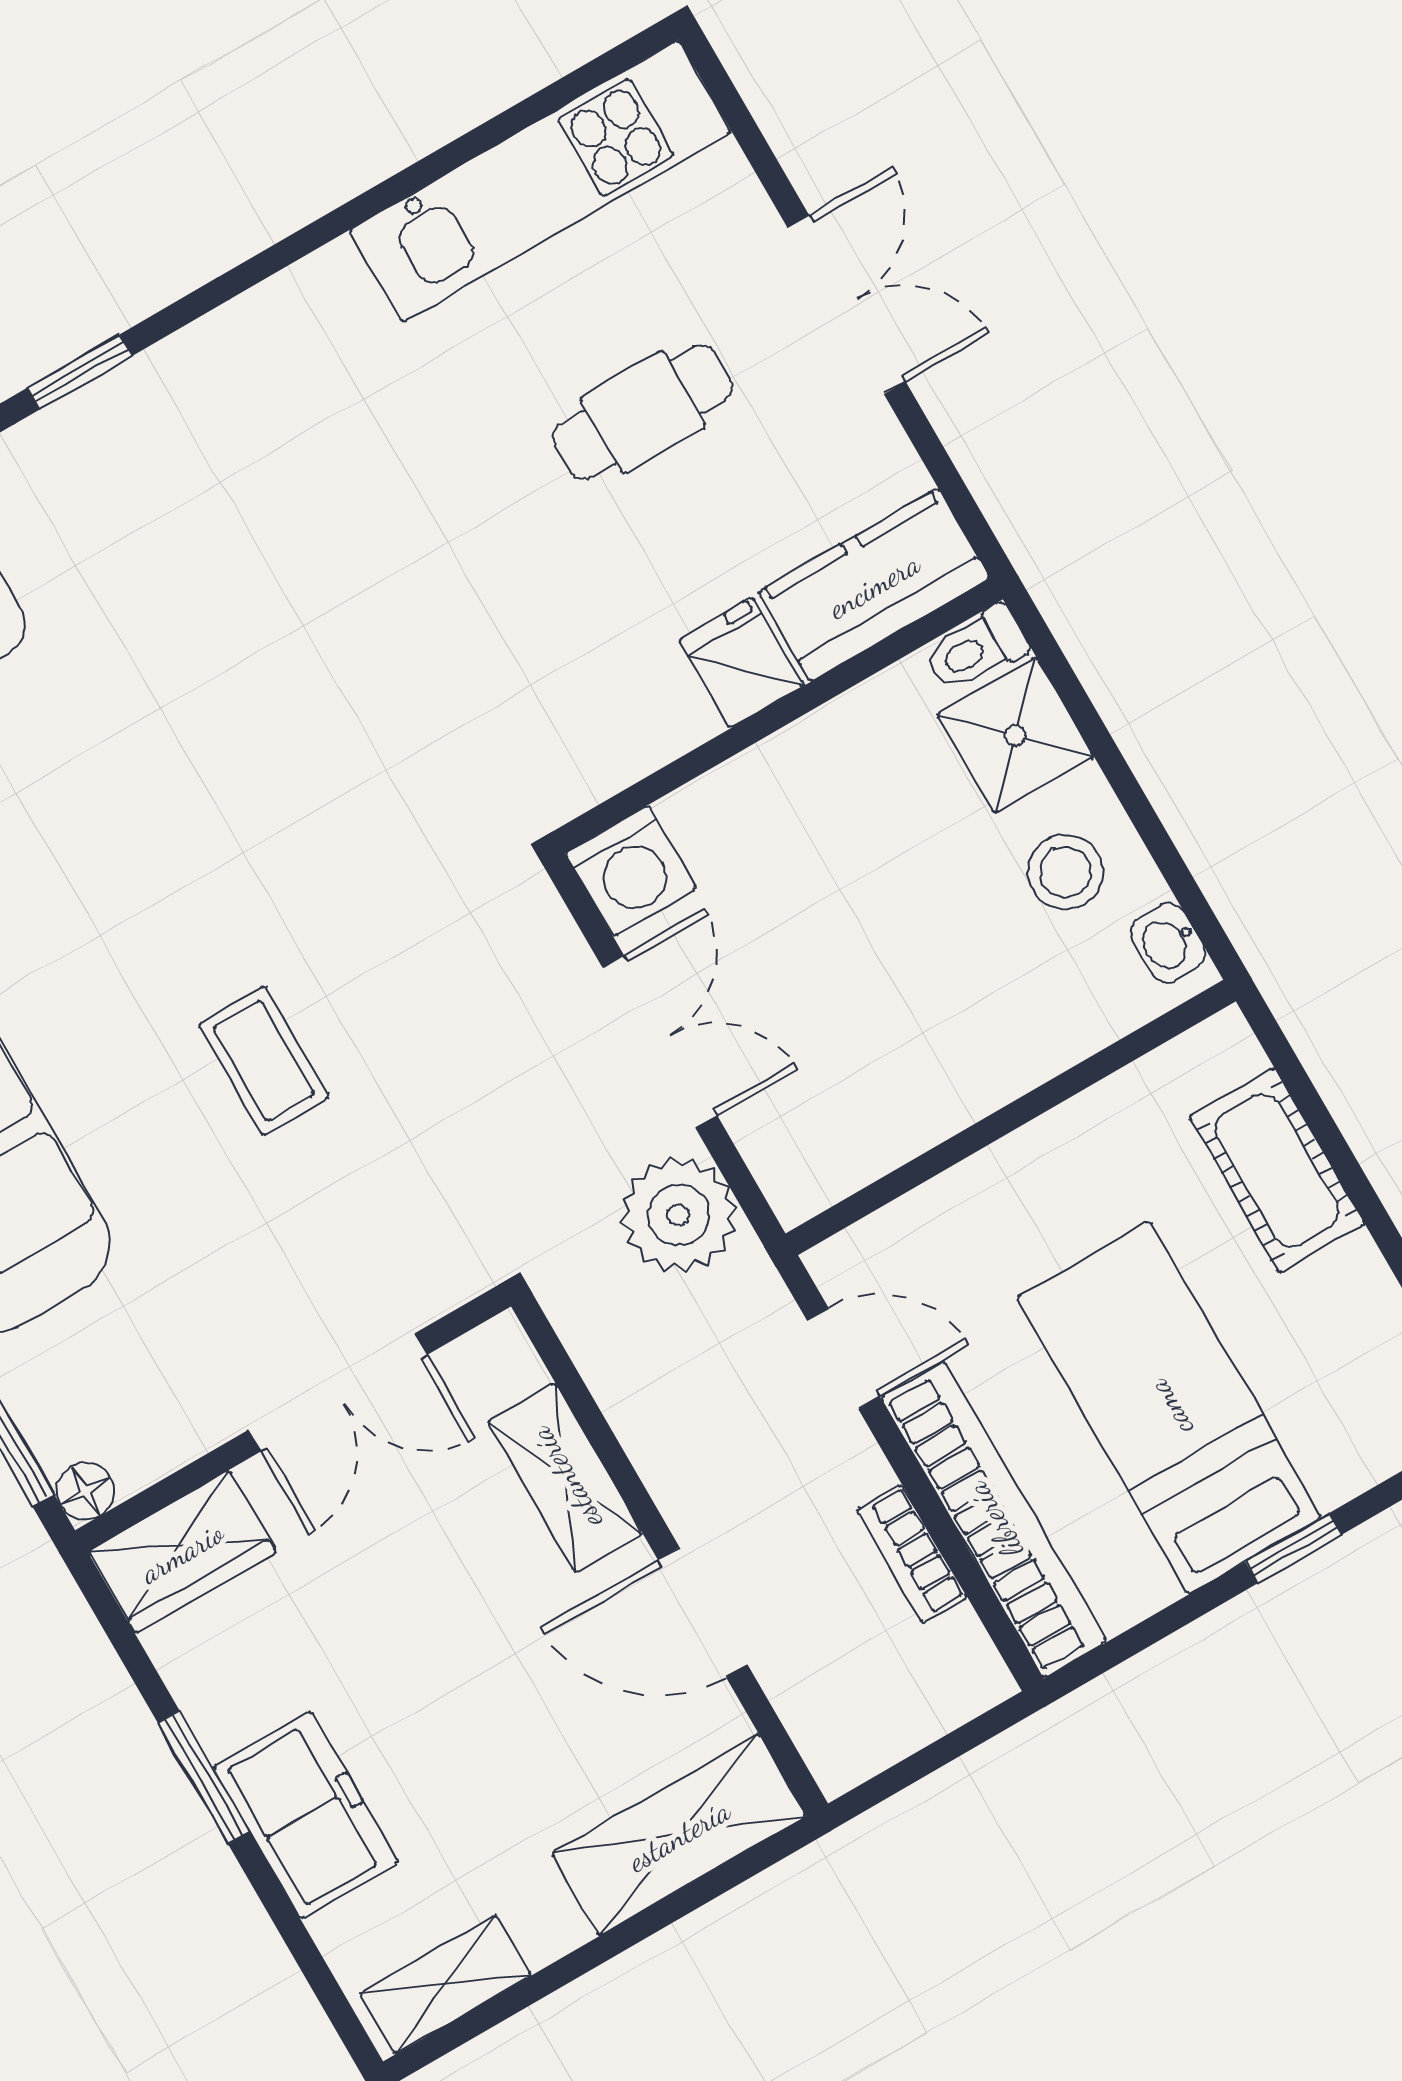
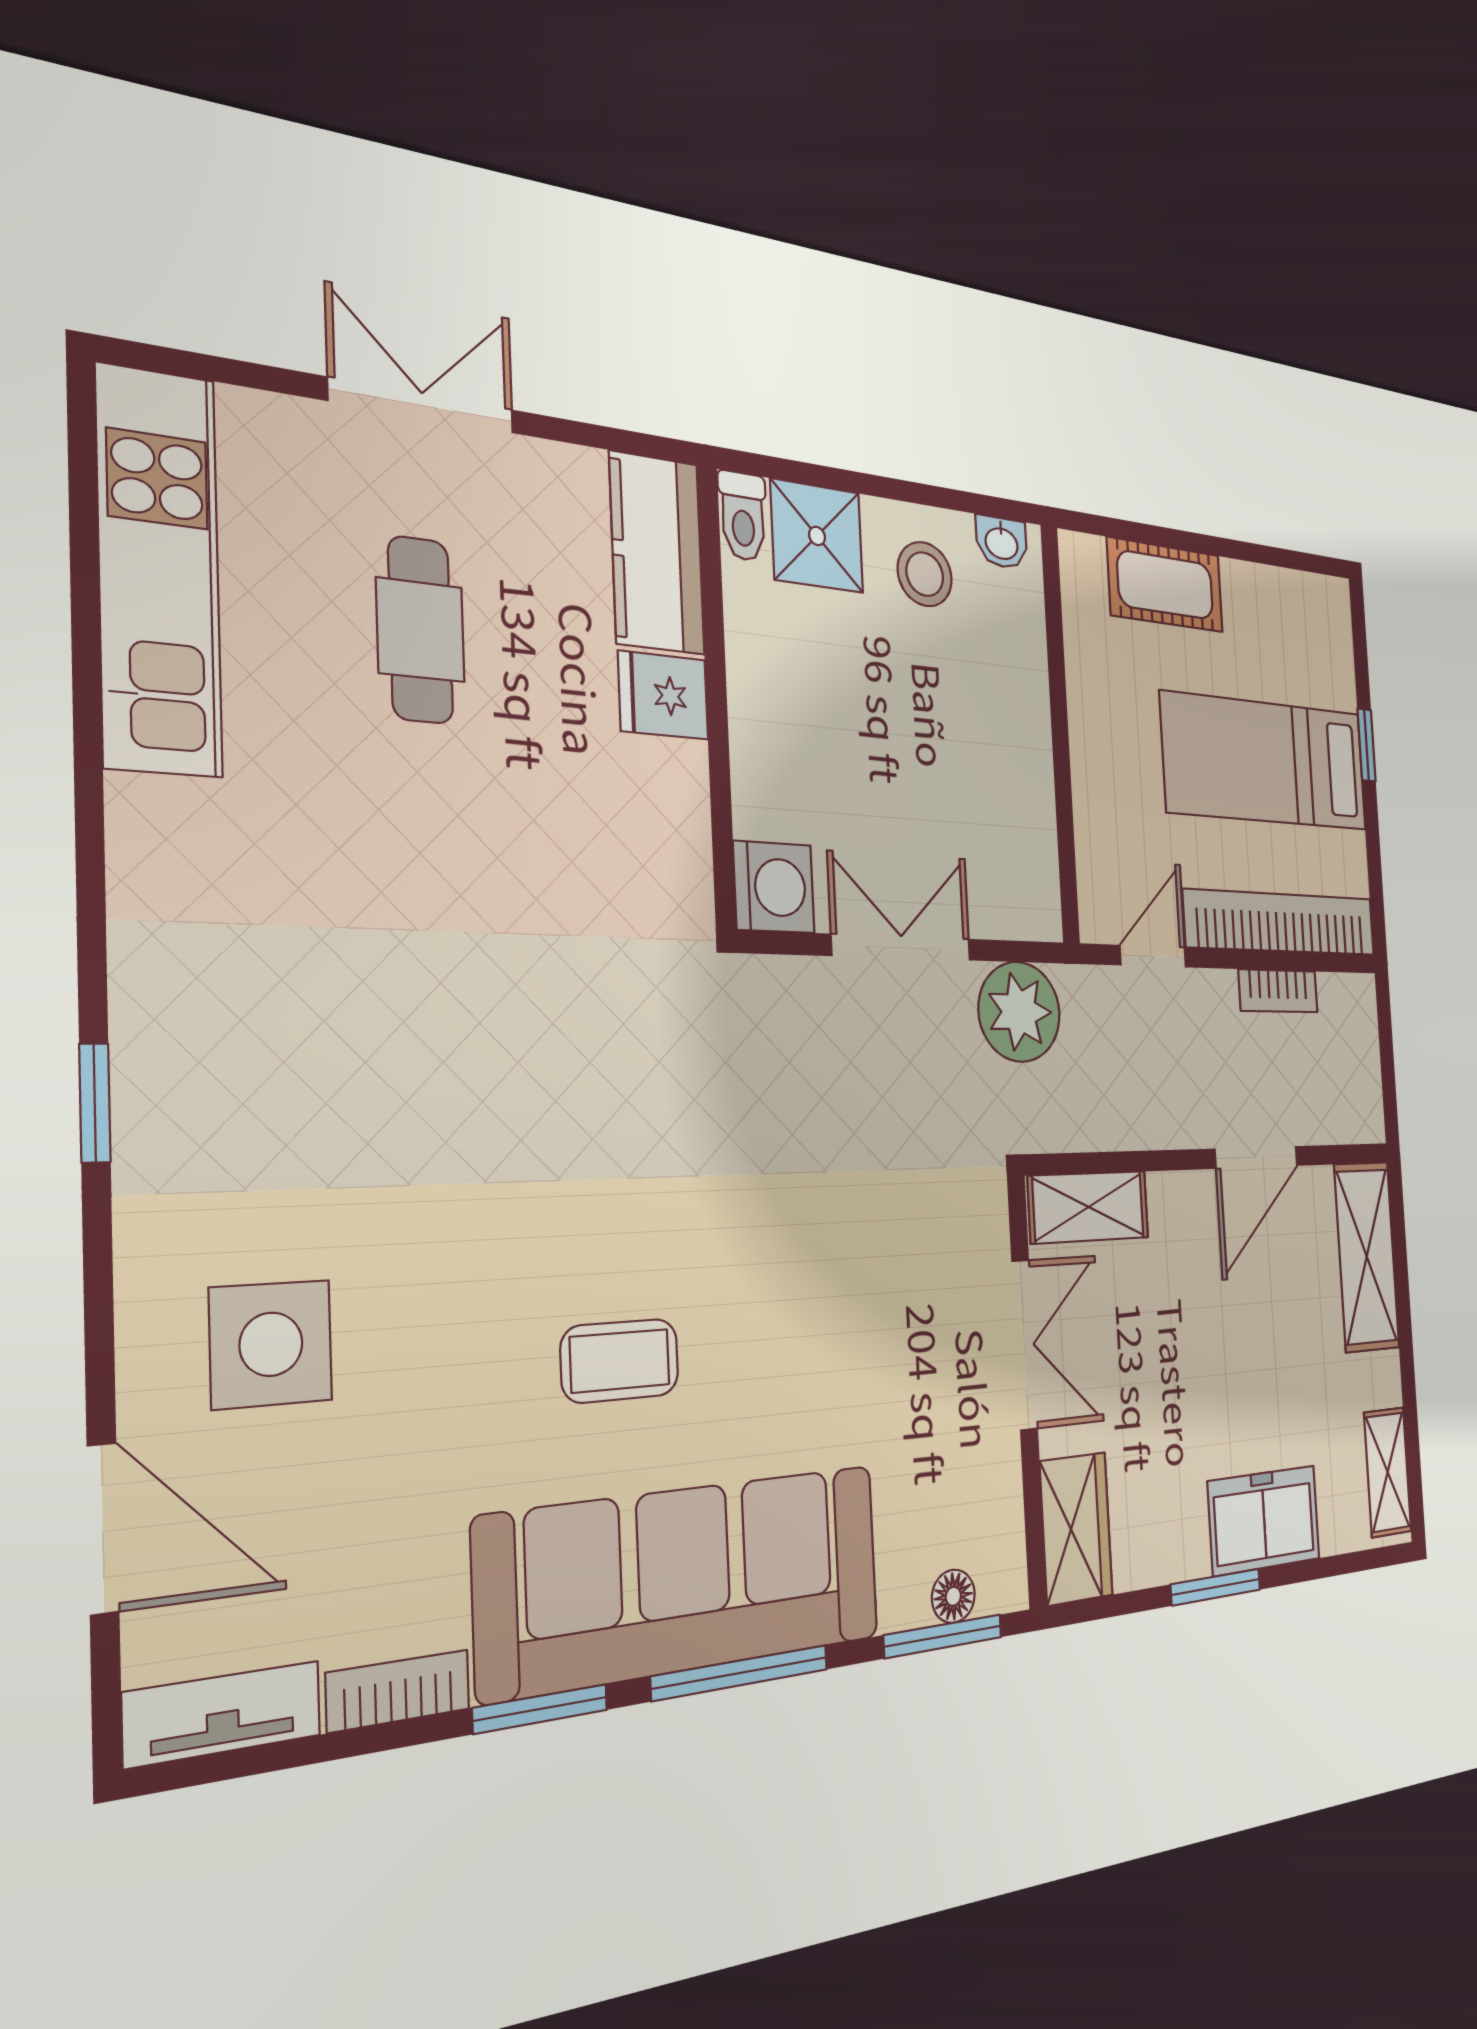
coffee table: (264, 1061) -> (620, 1361), moved
shelving: (565, 1478) -> (1089, 1207), moved
floor lamp: (85, 1491) -> (953, 1596), moved

